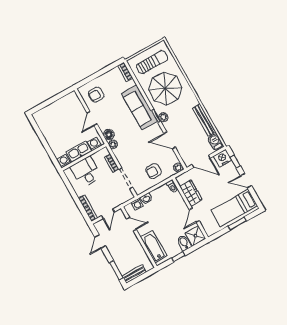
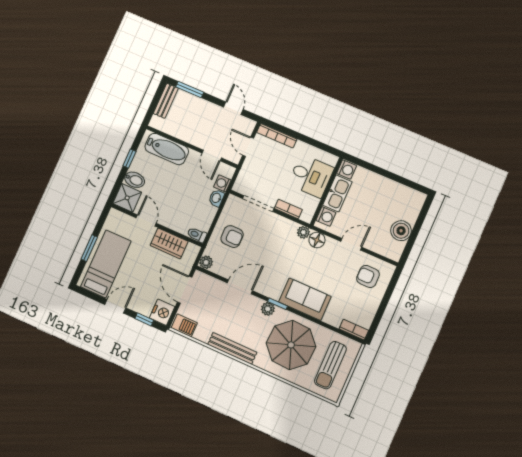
armchair: (96, 95) -> (368, 276), turned -90
boiler: (60, 106) -> (401, 231), added
sofa: (139, 108) -> (305, 299), width x0.73
door: (92, 119) -> (351, 244), hinge flipped
bench: (204, 120) -> (232, 348), moved
door: (201, 161) -> (185, 290), hinge flipped
armchair: (154, 171) -> (232, 237), turned 90
door: (131, 224) -> (212, 155), hinge flipped

